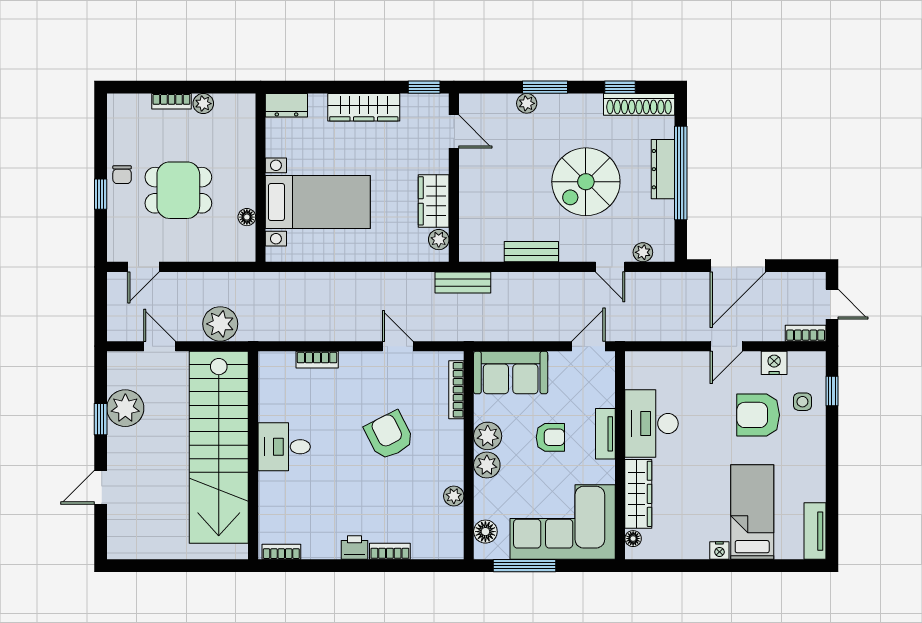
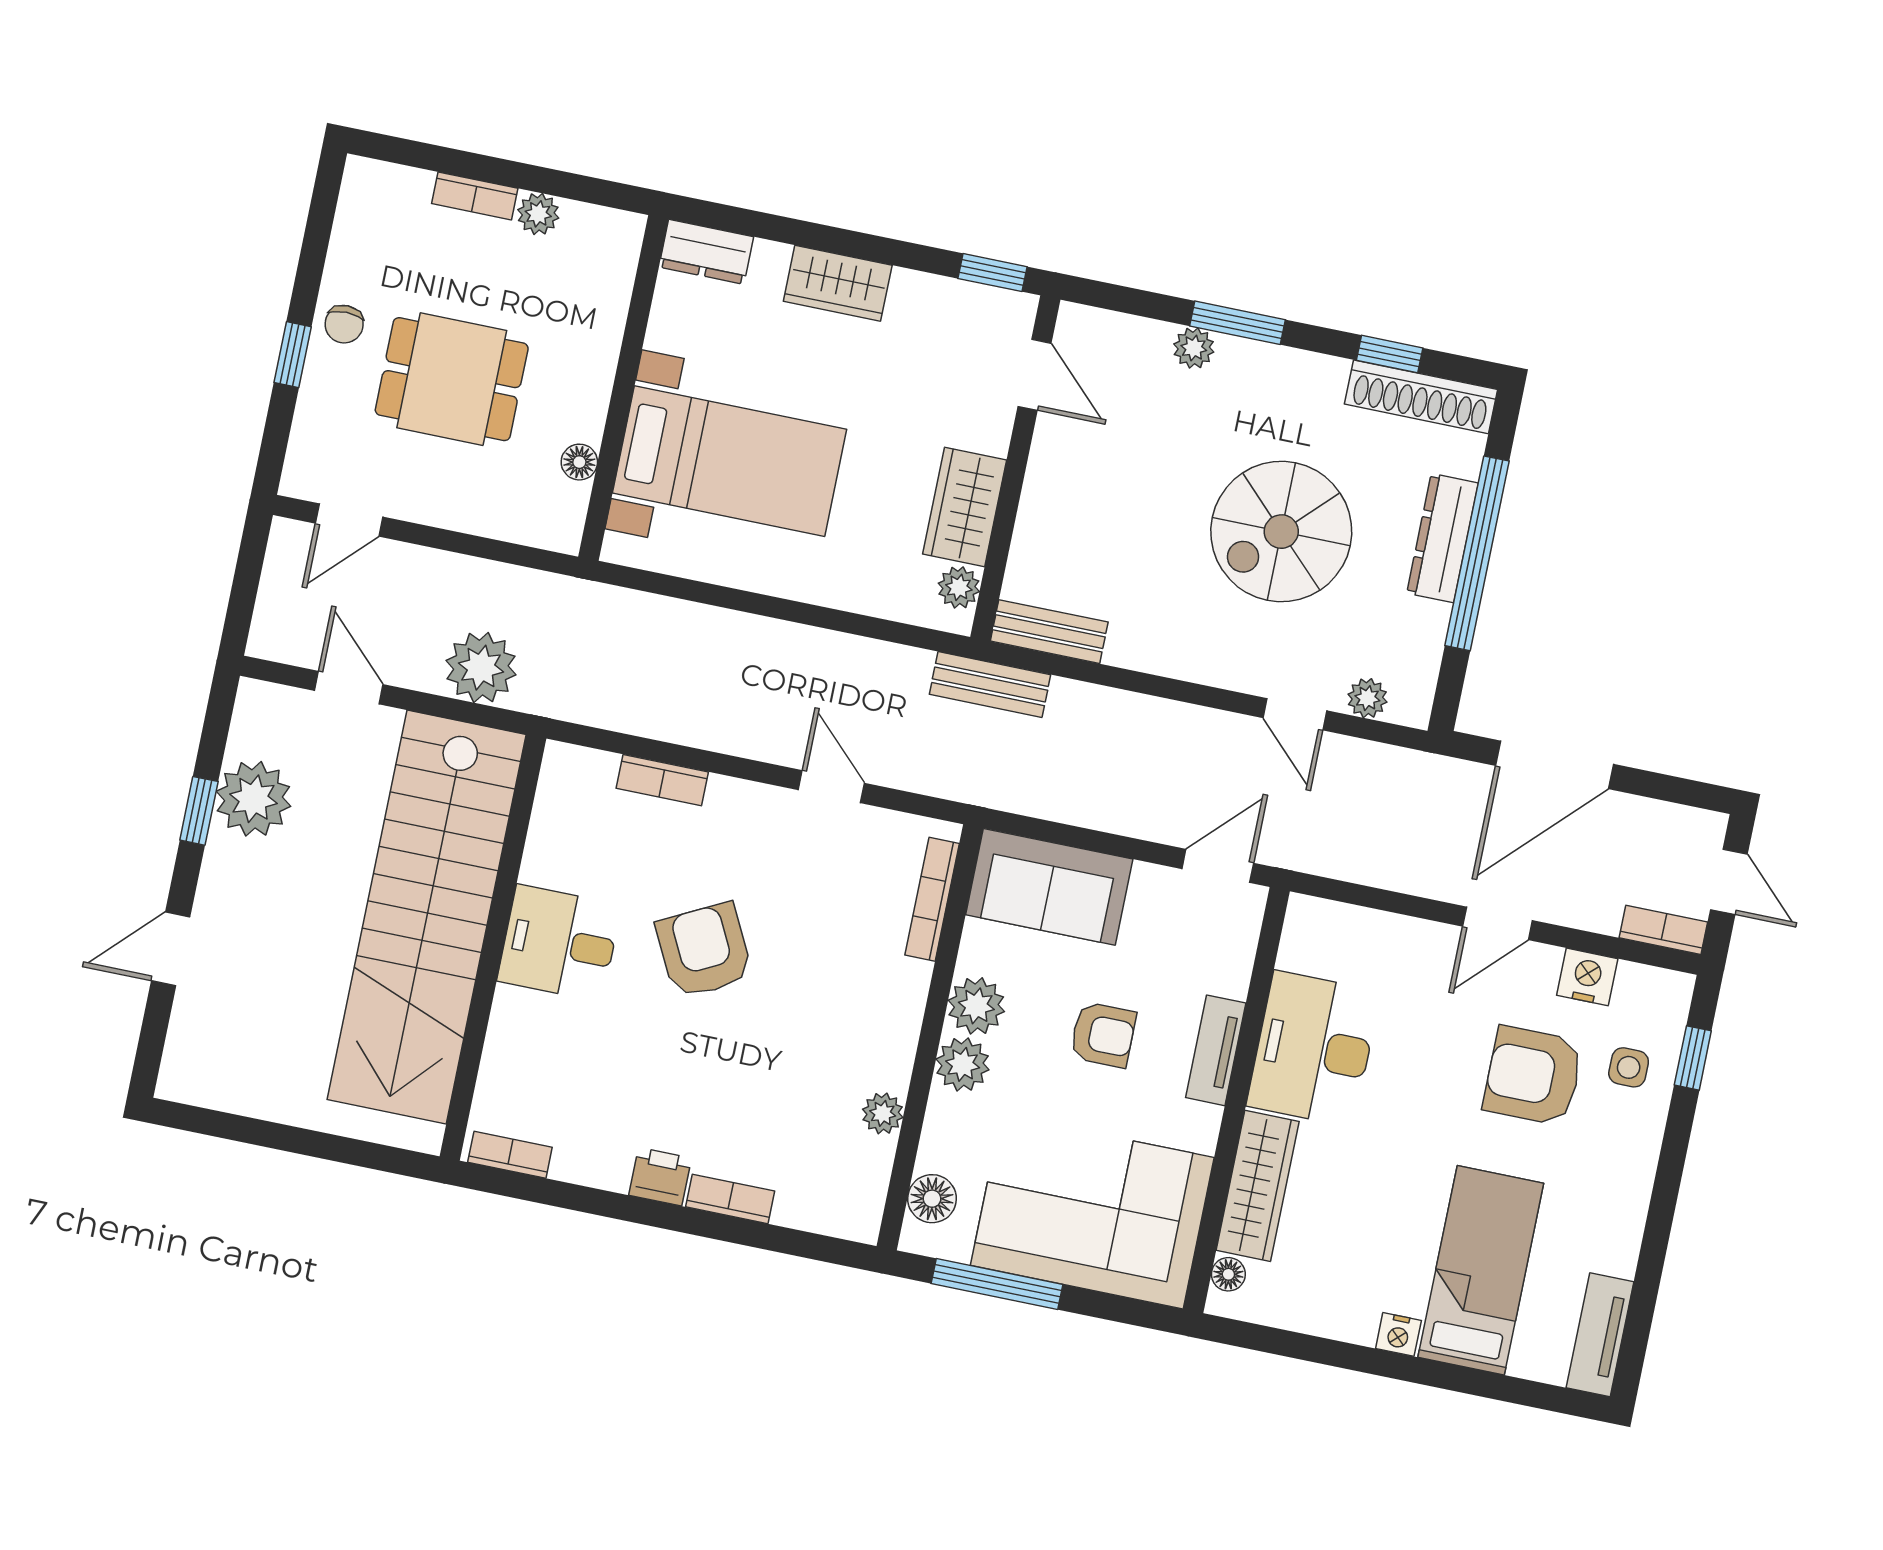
wardrobe: (364, 107) -> (838, 283), width x0.67
bench: (531, 252) -> (1049, 632), moved
armchair: (389, 435) -> (704, 950), moved

